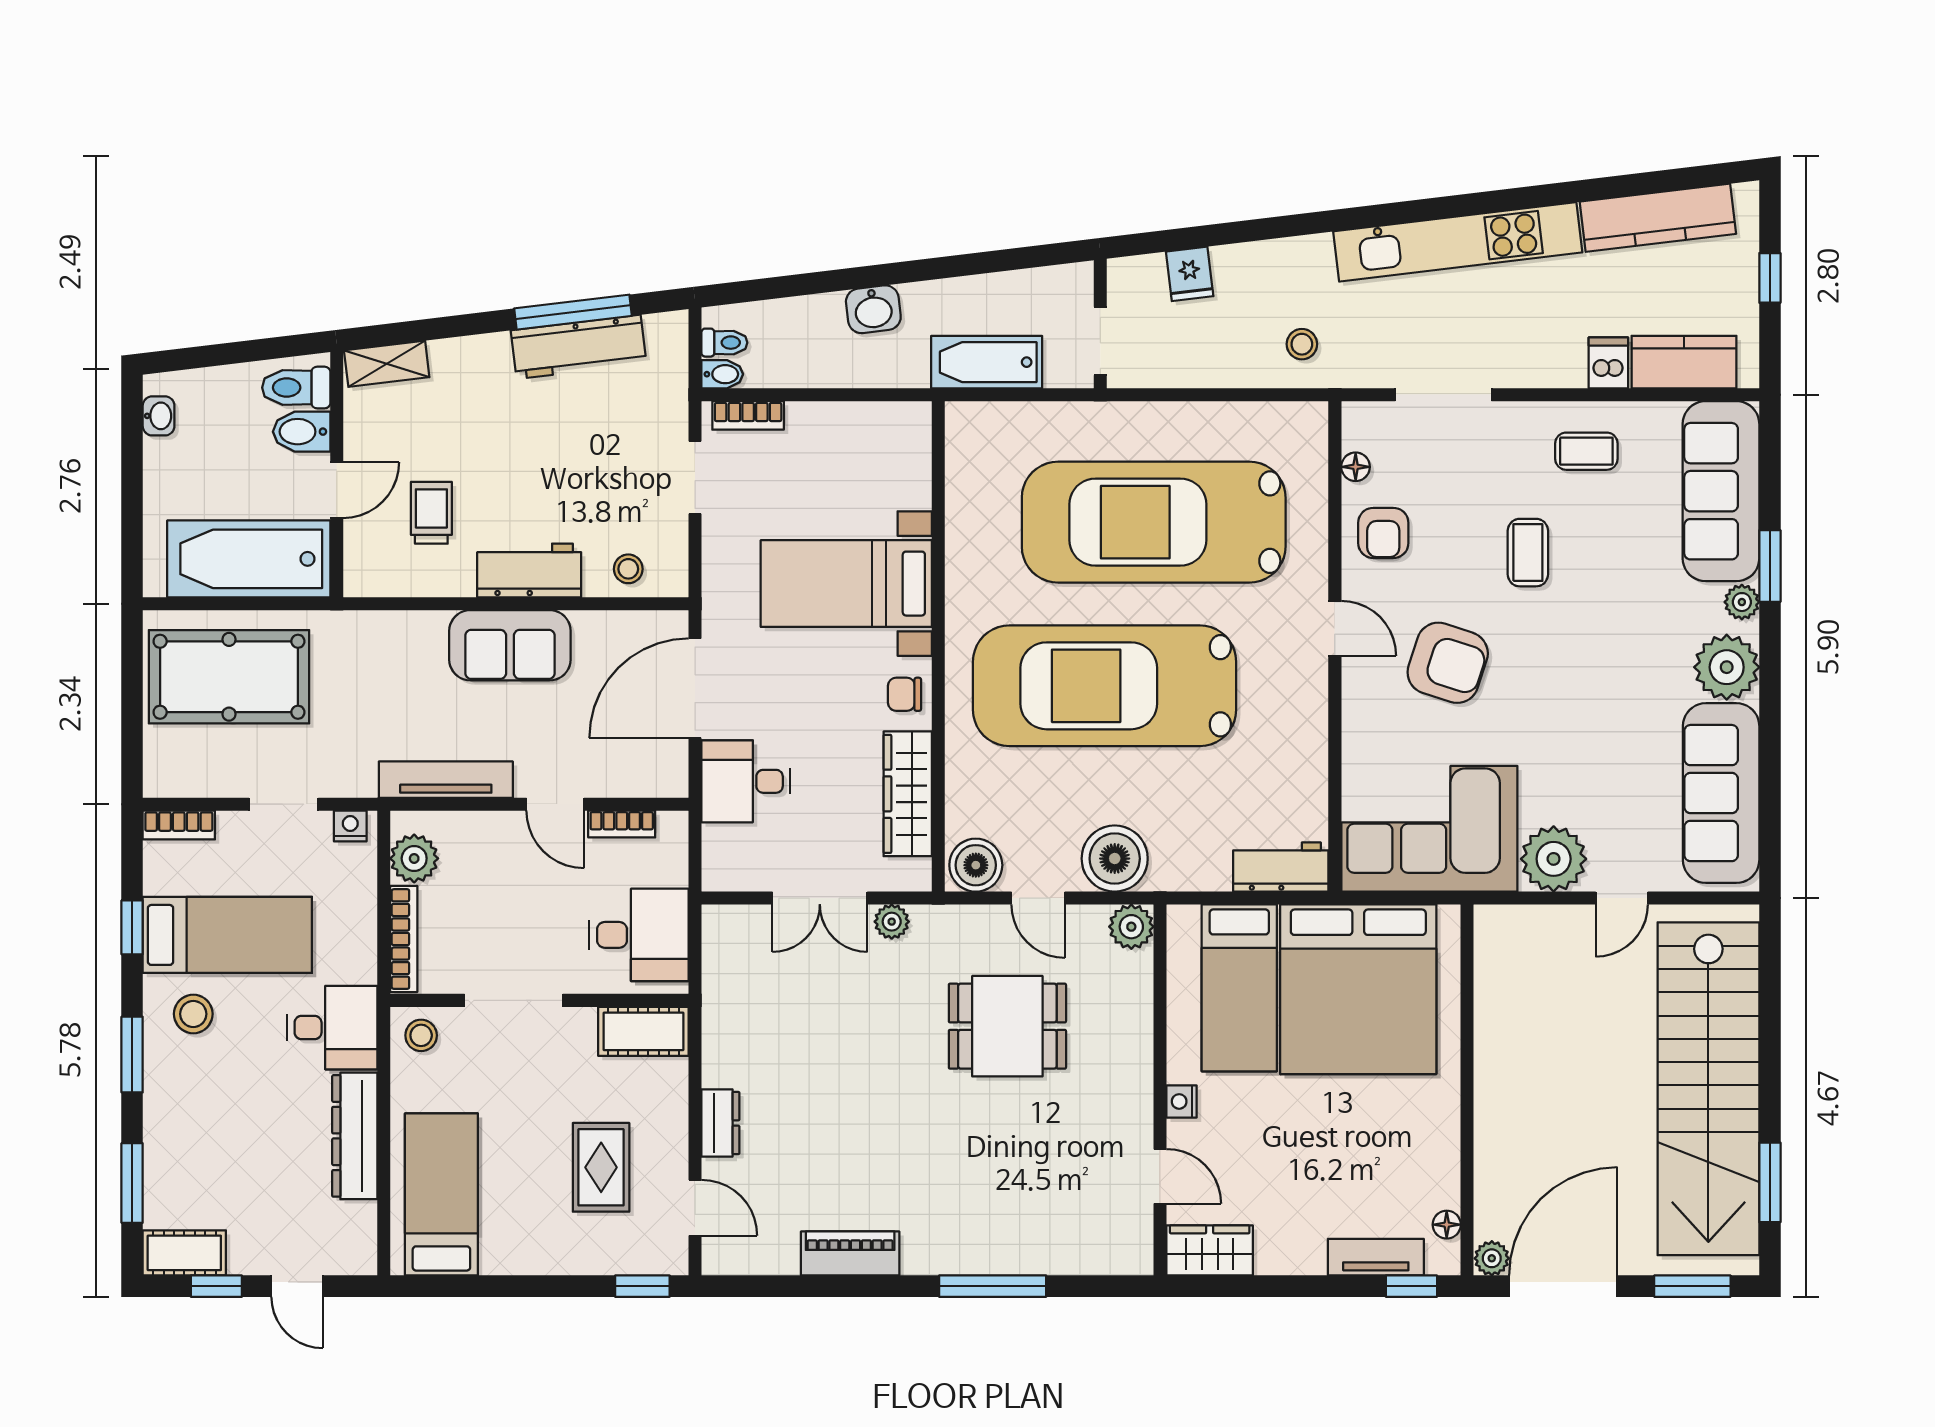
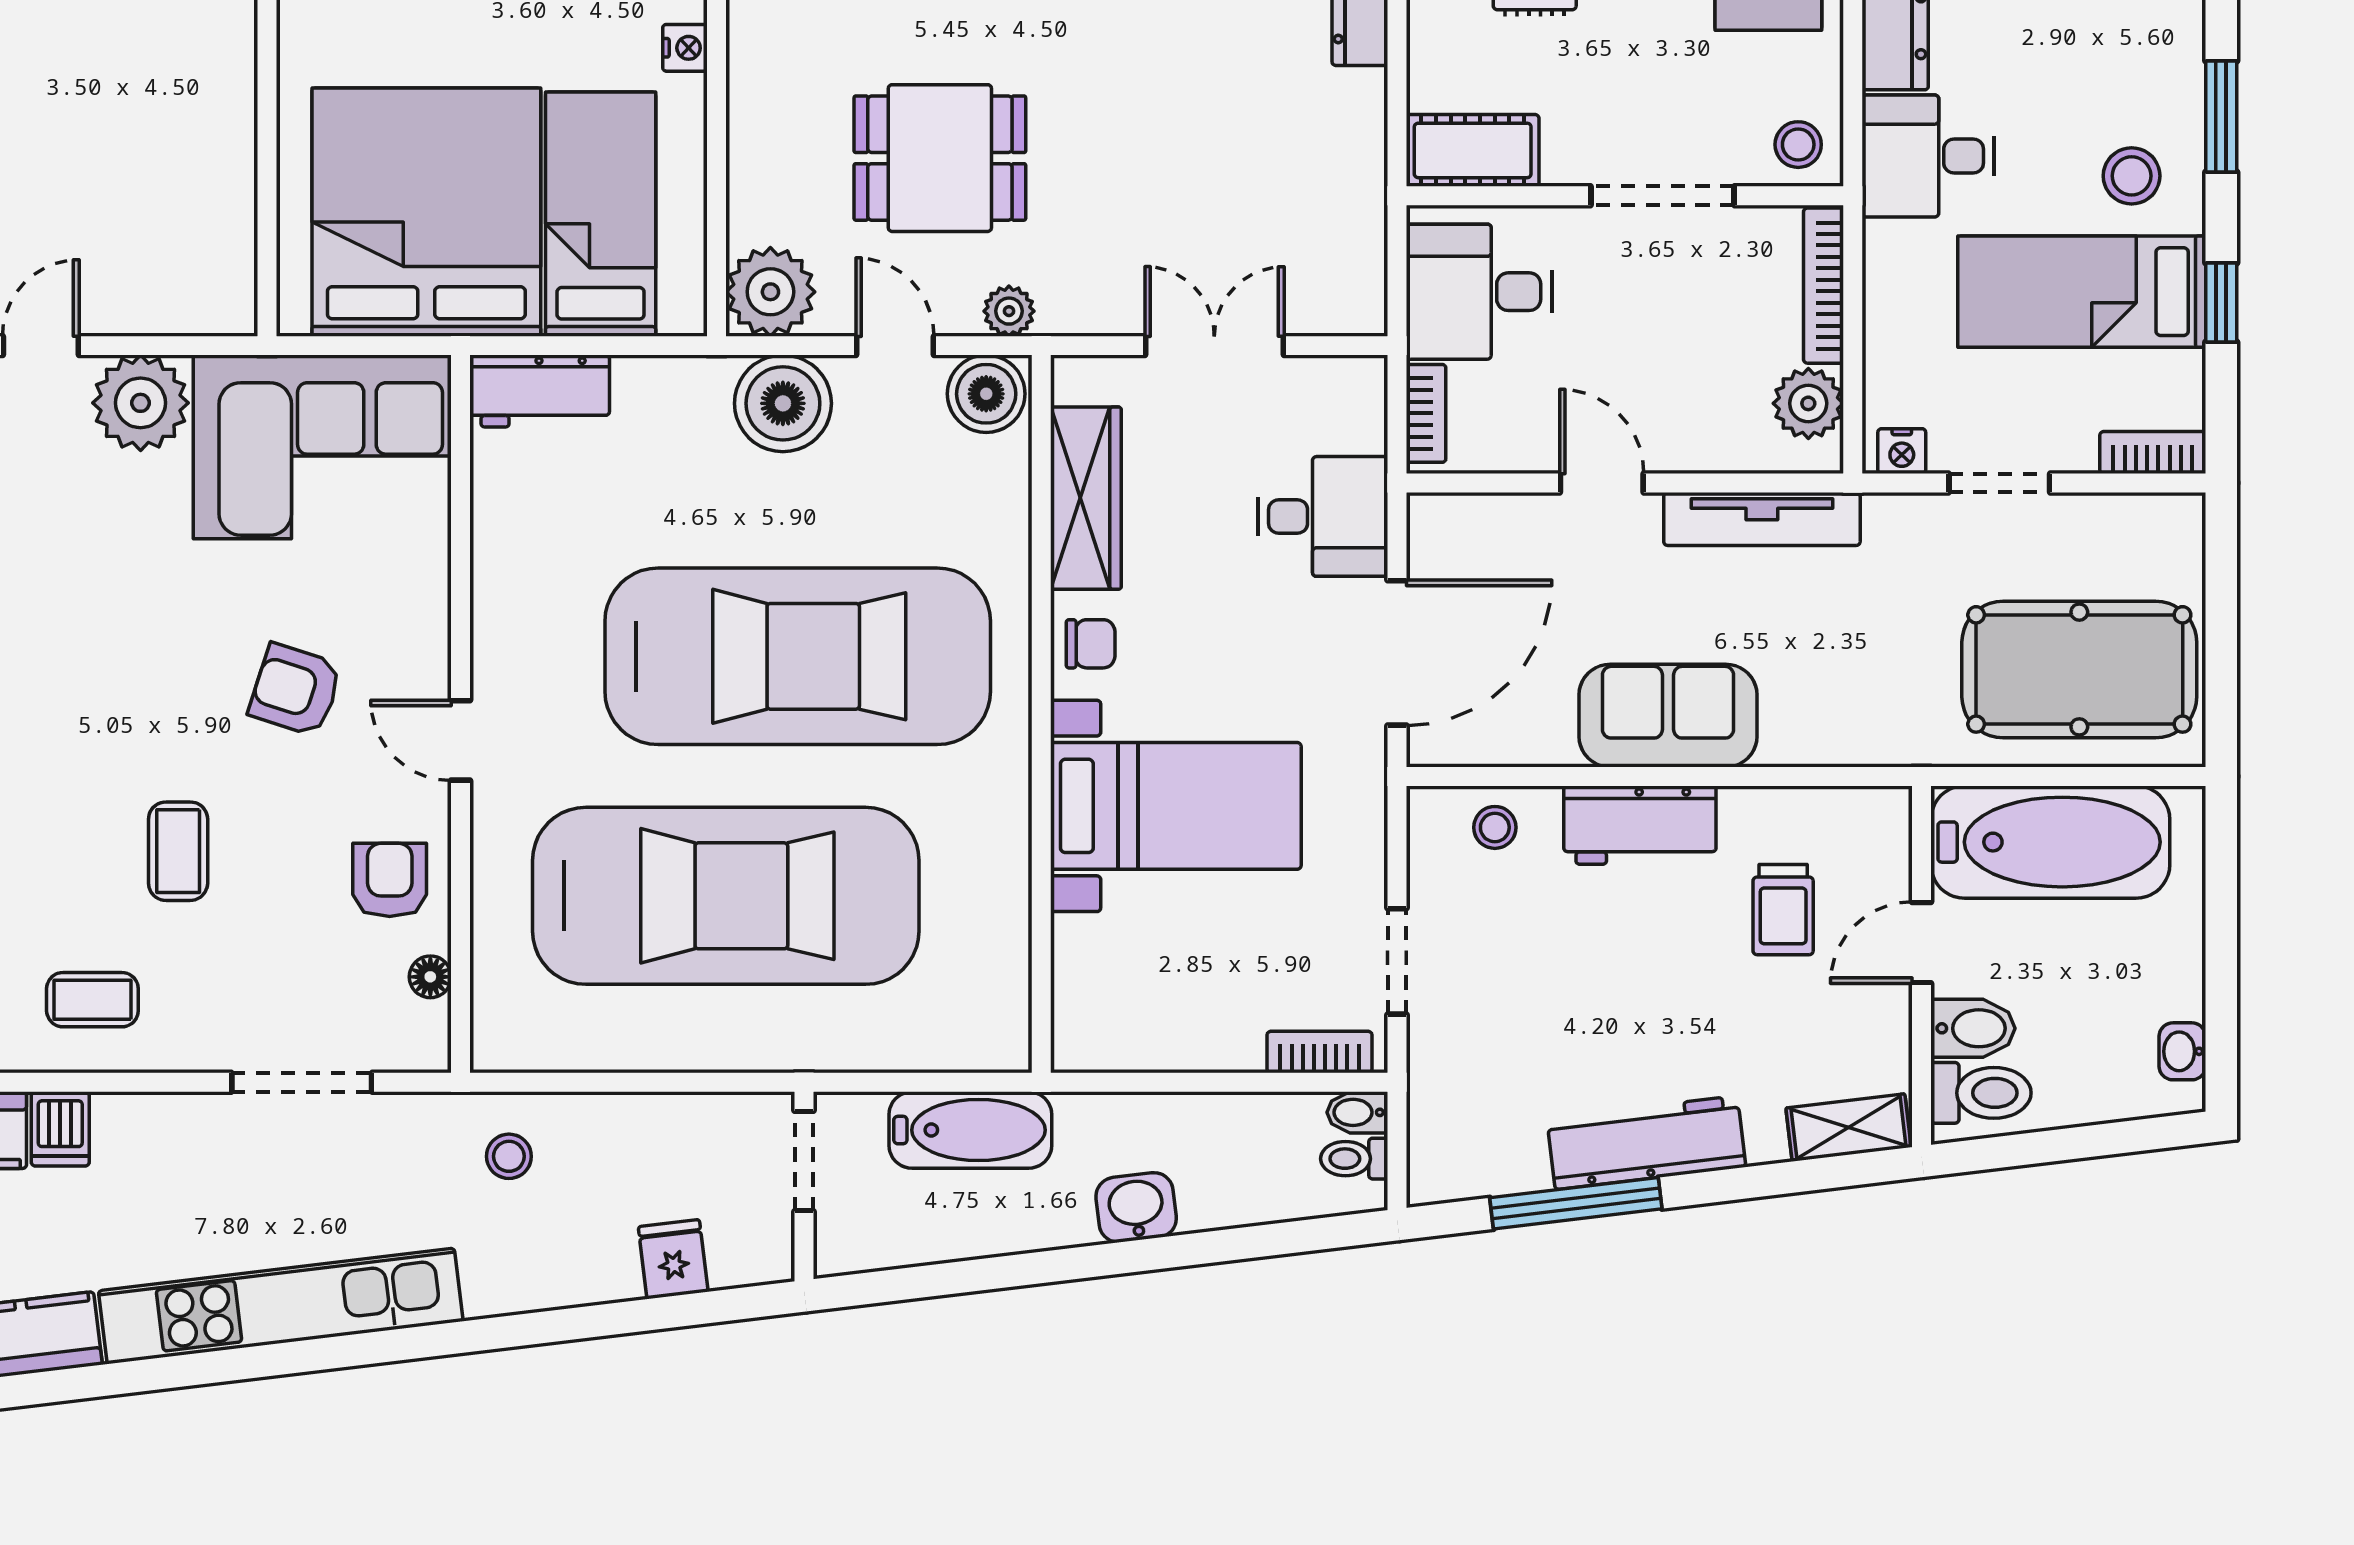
workbench: (579, 347) -> (1646, 1143), moved
armchair: (1448, 663) -> (295, 690), width x0.72, depth x0.72
bookcase: (622, 824) -> (1426, 413), moved, turned 90
plant: (892, 922) -> (1009, 311), moved
plant: (1131, 927) -> (770, 292), width x1.36, depth x1.36

